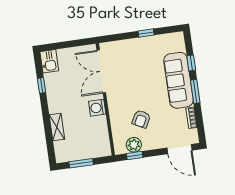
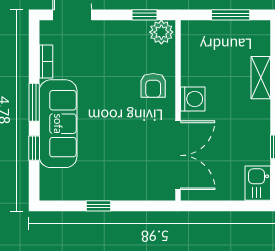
armchair: (141, 119) -> (153, 85), moved, turned 152
plant: (134, 145) -> (161, 32), moved

